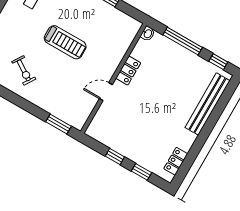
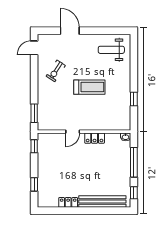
treadmill: (65, 42) -> (89, 87), turned -90
door: (106, 92) -> (73, 132), swing flipped
window: (115, 157) -> (34, 146), moved
locker: (176, 161) -> (68, 202), moved

